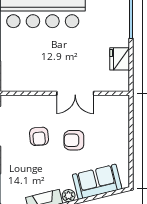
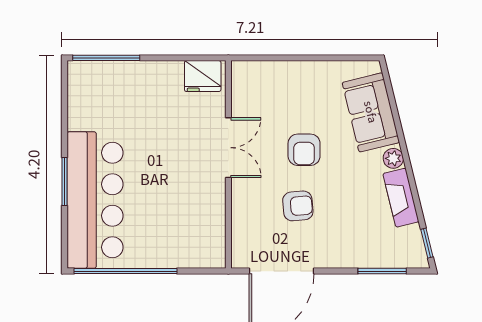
fridge: (120, 59) -> (203, 76), moved

